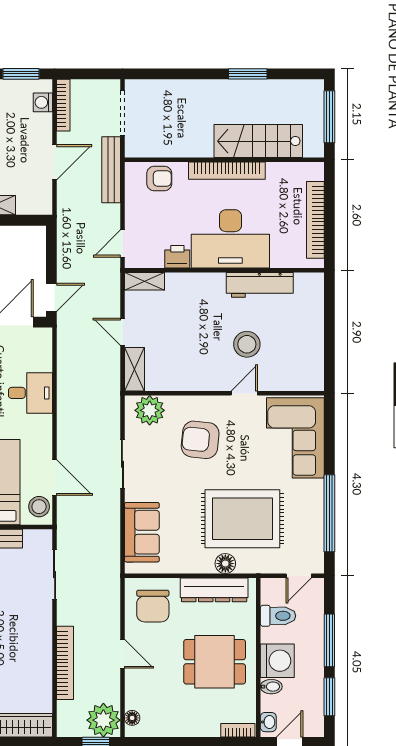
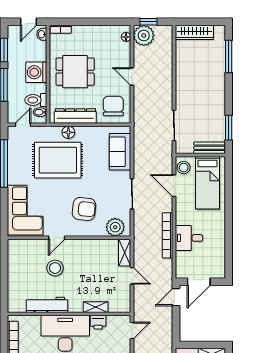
shelving: (145, 281) -> (96, 307), moved
bookcase: (65, 663) -> (168, 235), moved
bidet: (271, 687) -> (40, 112), moved

